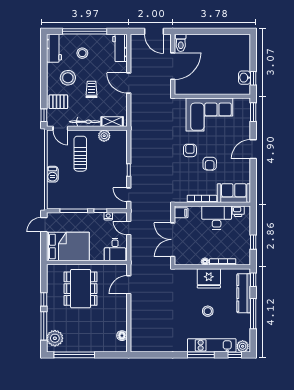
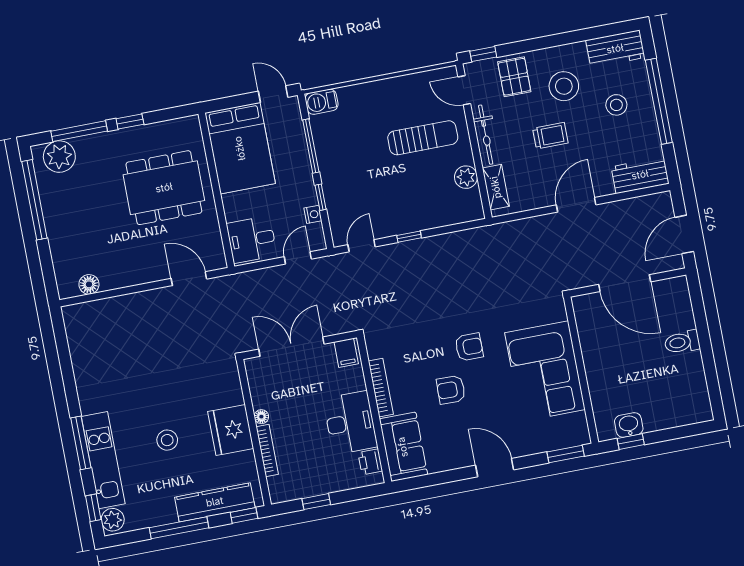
toilet: (181, 43) -> (682, 342), moved
door: (60, 128) -> (464, 90), hinge flipped
barbecue: (52, 174) -> (322, 102), moved

